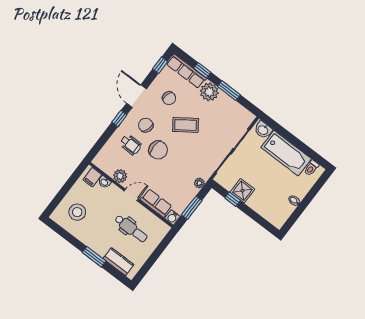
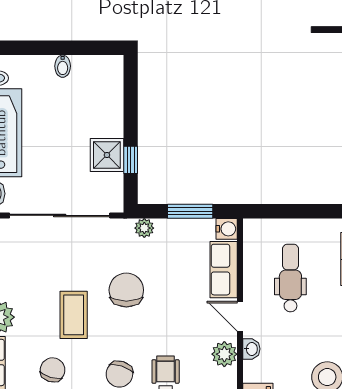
coffee table: (186, 125) -> (74, 315), turned 35
chair: (158, 150) -> (126, 290), moved
washbasin: (104, 182) -> (251, 349), moved

